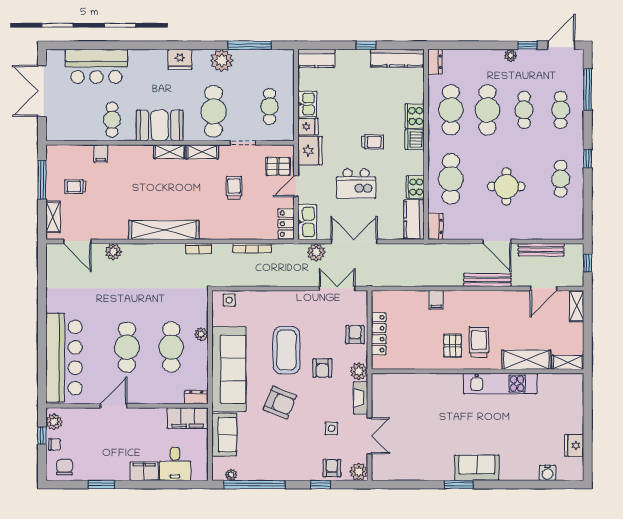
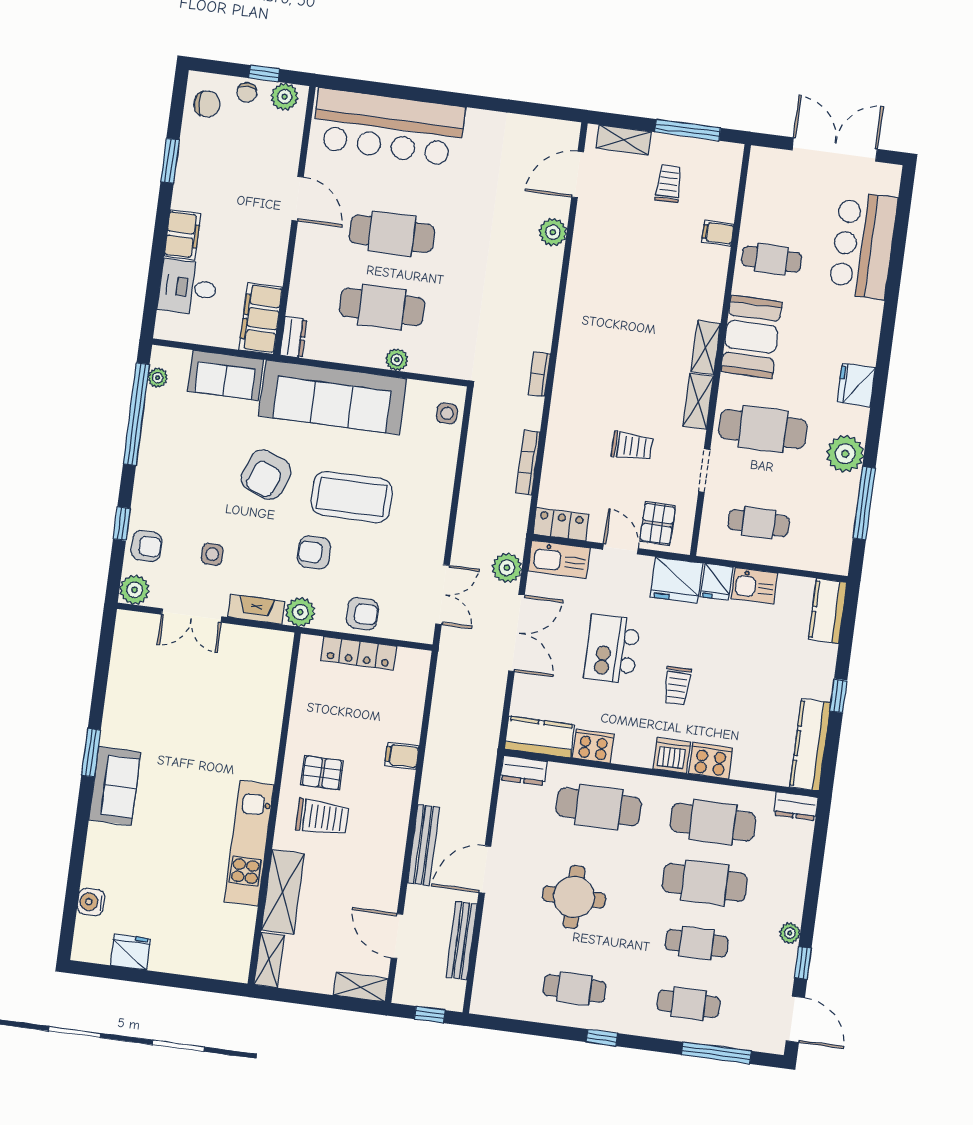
shelving: (164, 230) -> (577, 321), removed

